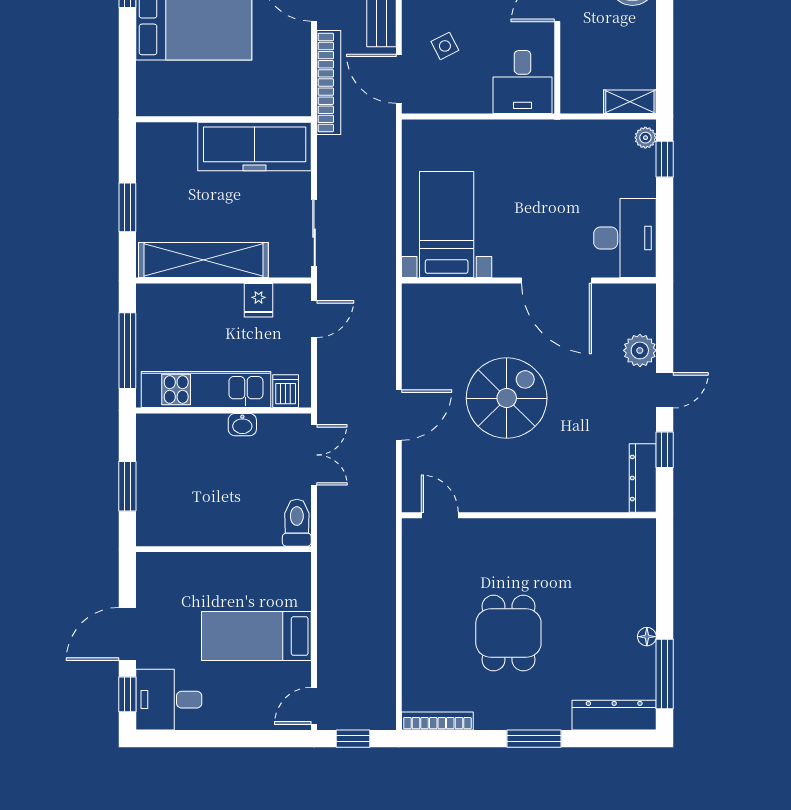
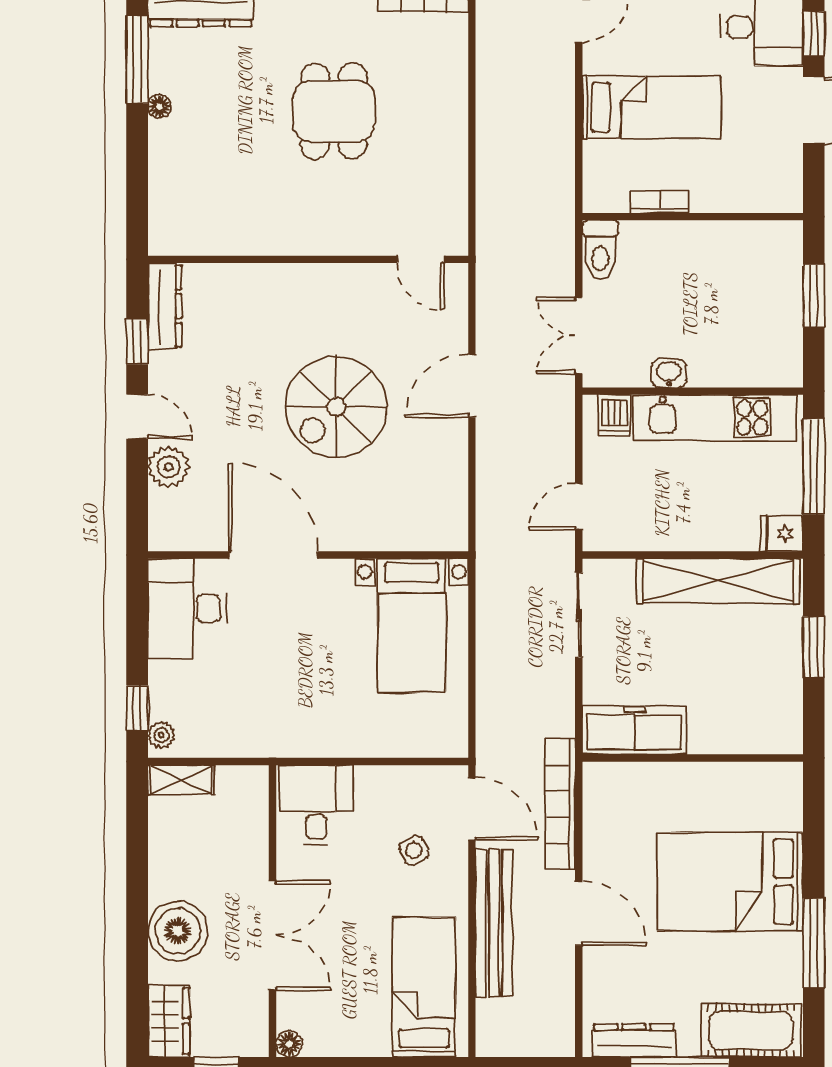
freezer: (255, 146) -> (635, 730), width x0.73, depth x0.79
fridge: (259, 300) -> (782, 534), moved, turned -90
door: (665, 390) -> (137, 417), swing flipped
bookcase: (250, 561) -> (659, 202), added

